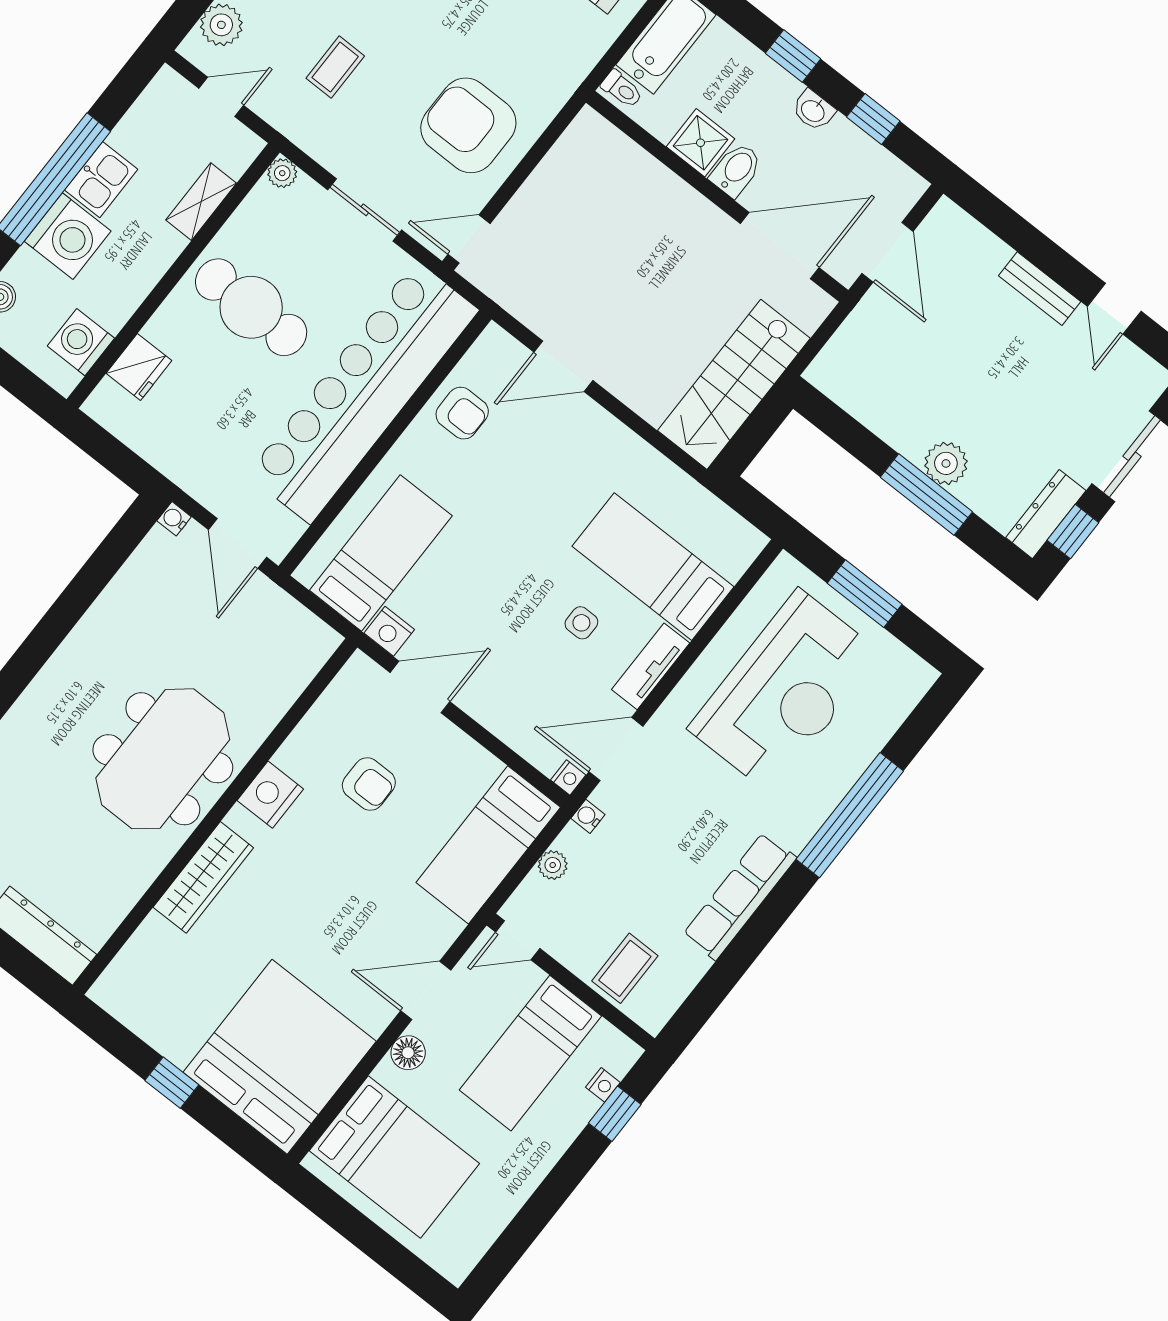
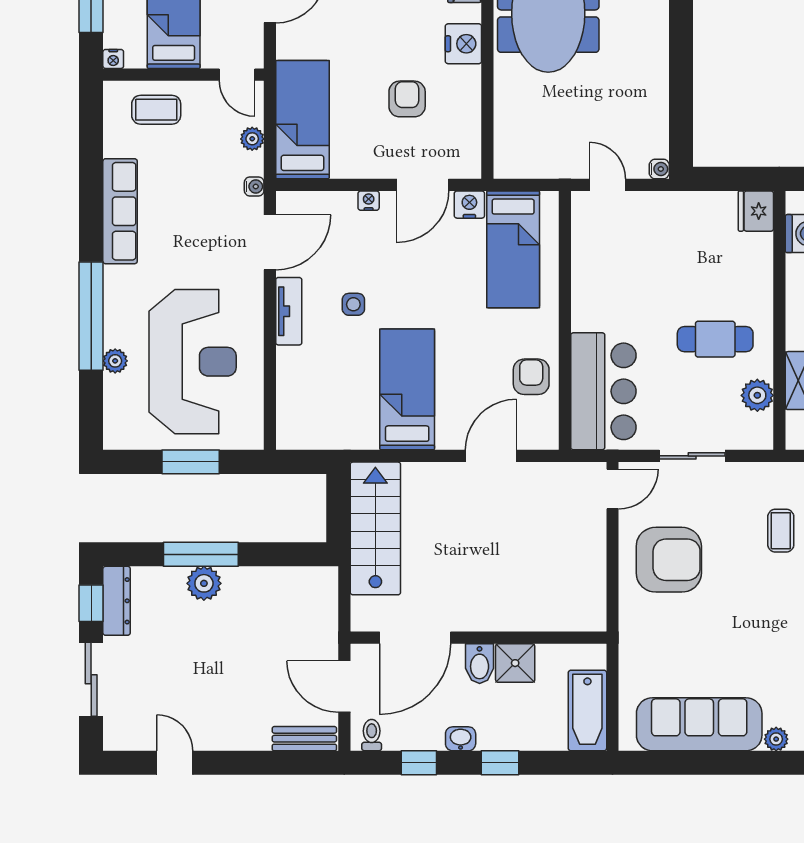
toilet: (622, 89) -> (372, 735), moved, turned 90
plant: (282, 173) -> (757, 395), moved, width x1.38, depth x1.38
bench: (1040, 289) -> (304, 739), moved
cafe table: (251, 307) -> (715, 339), width x0.73, depth x0.74
fridge: (139, 367) -> (756, 211), moved
bar counter: (363, 392) -> (603, 391), width x0.54
armchair: (462, 413) -> (531, 377), turned 90
door: (238, 543) -> (607, 185), width x0.73
bed: (653, 567) -> (407, 389), moved, turned -90
reception desk: (785, 691) -> (193, 362), turned 180
plant: (861, 752) -> (115, 361), added
nightstand: (568, 777) -> (369, 201), moved, turned 90
armchair: (369, 784) -> (407, 99), turned 90
door: (518, 940) -> (237, 75), swing flipped
coffee table: (625, 968) -> (156, 110), turned 90
nightstand: (603, 1085) -> (113, 59), moved, turned -90

